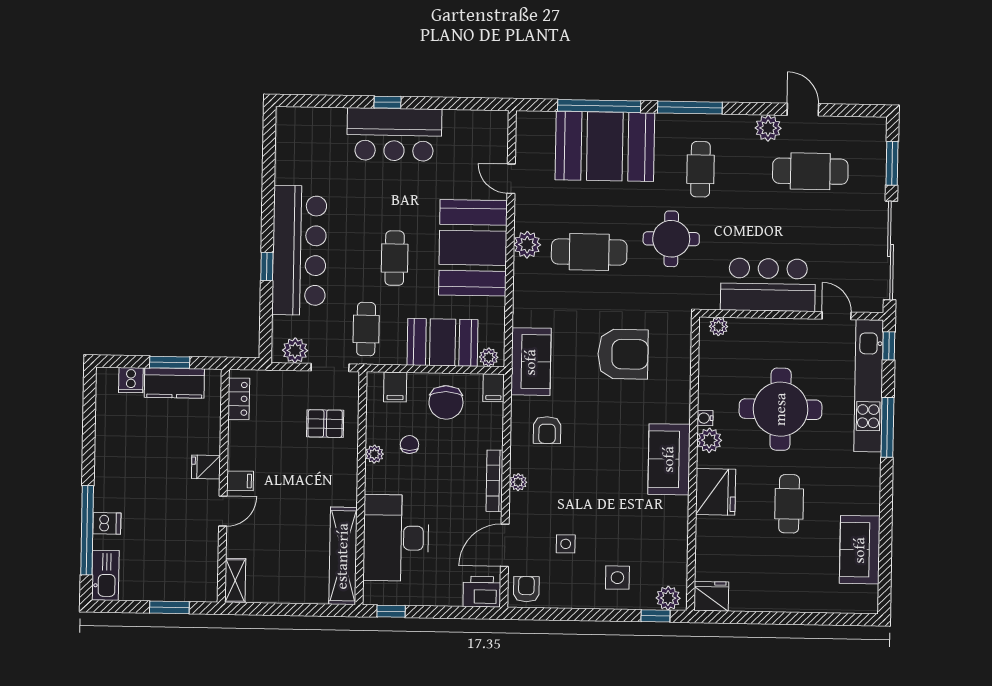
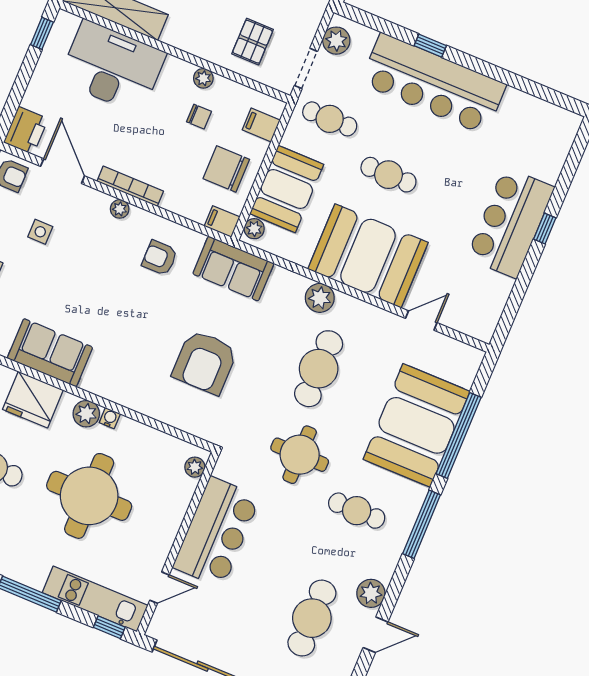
plant: (527, 245) -> (320, 298), moved
kitchen unit: (869, 386) -> (95, 599), width x0.73
sofa: (669, 459) -> (50, 353), moved

